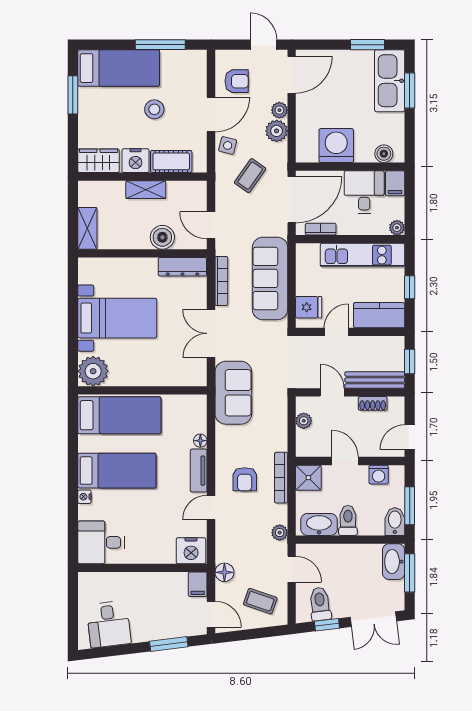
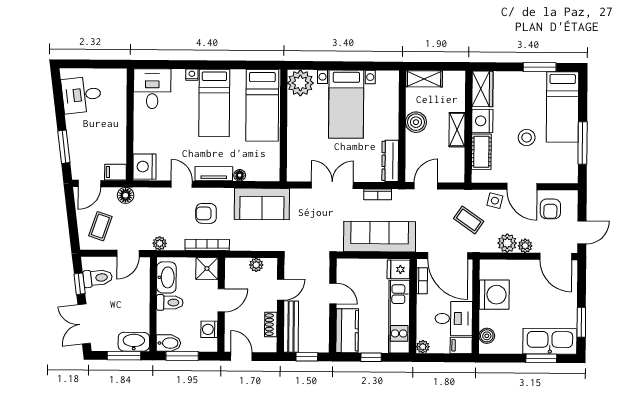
boiler: (162, 237) -> (416, 122), moved
bookcase: (221, 281) -> (378, 194), width x0.64
fridge: (309, 307) -> (399, 269), moved, turned 90
sofa: (233, 393) -> (262, 204), moved

